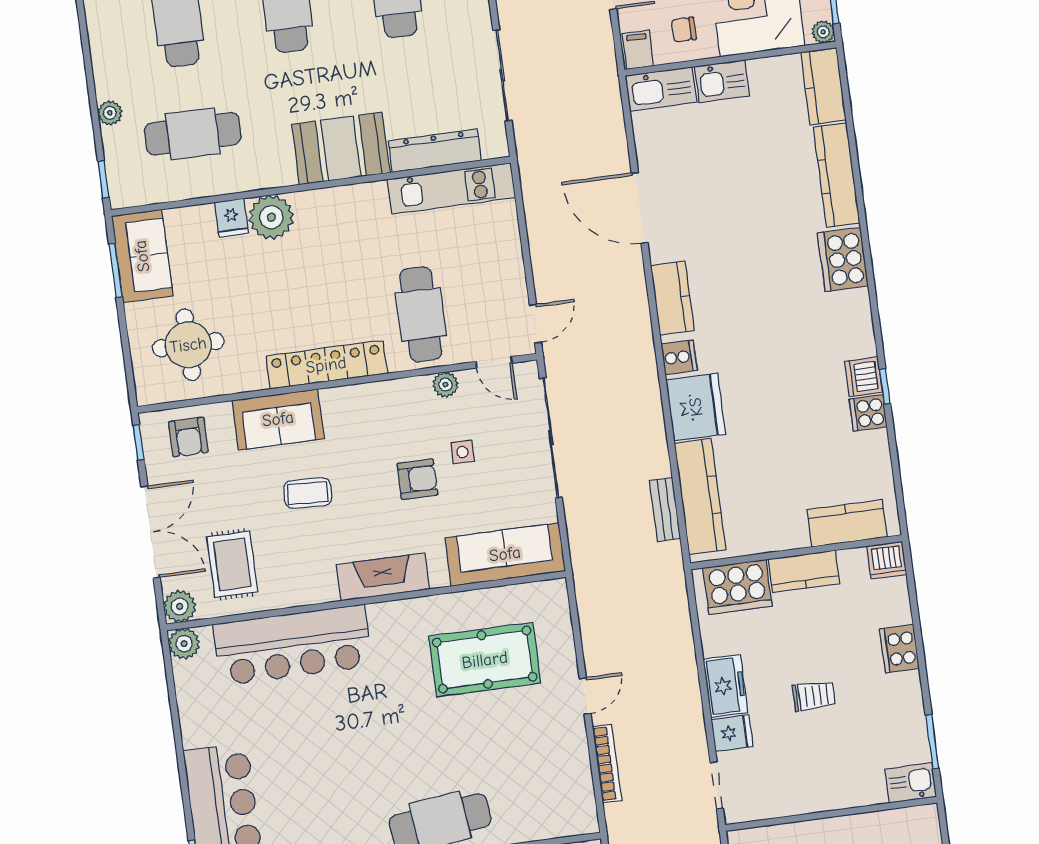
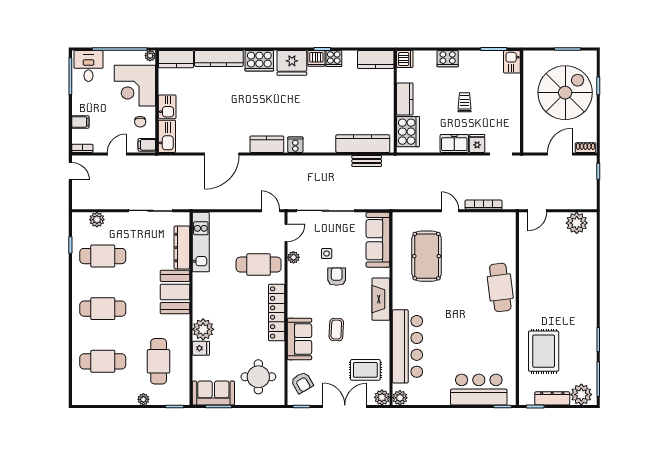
fridge: (696, 407) -> (292, 63), moved, turned 180
armchair: (188, 437) -> (302, 383), turned 60
kitchen counter: (847, 523) -> (376, 59), moved, turned -90

